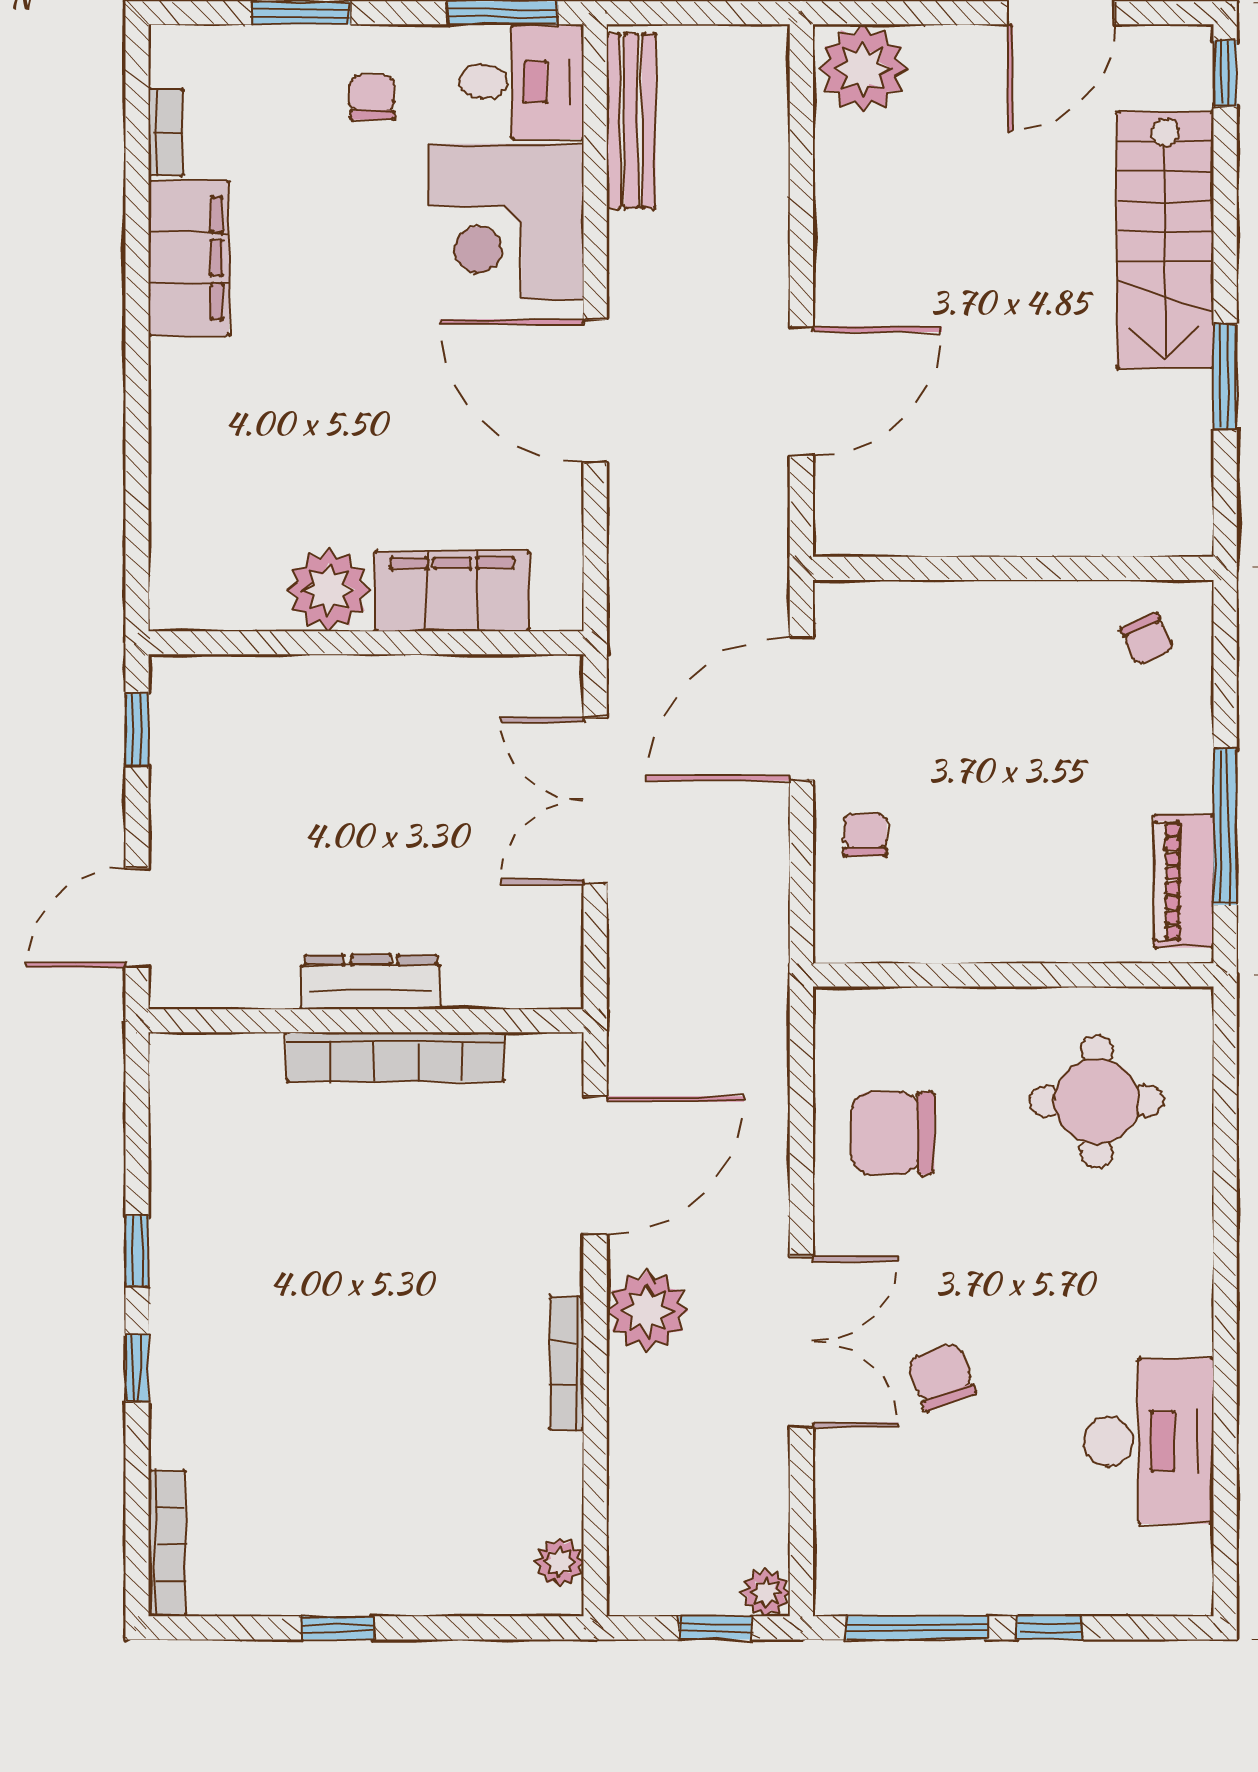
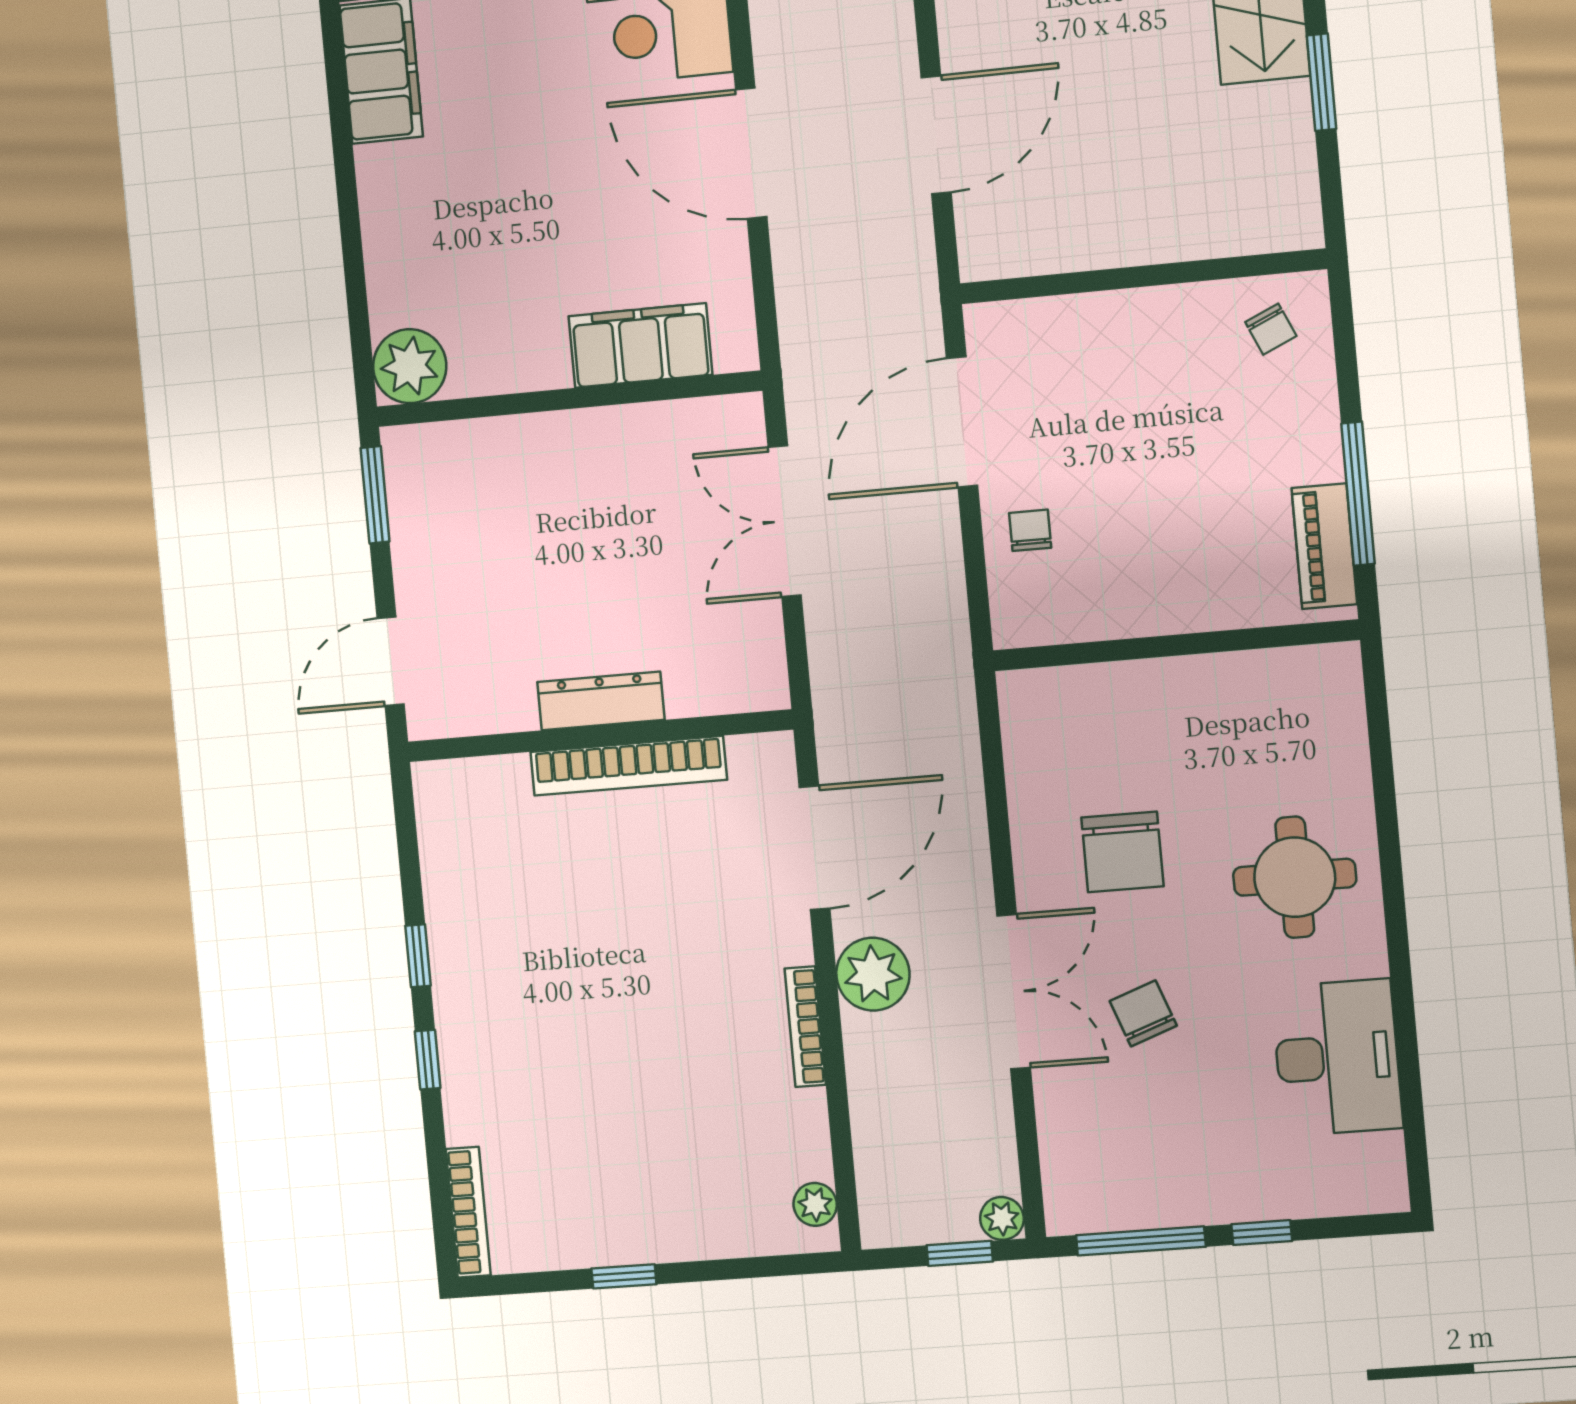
plant: (329, 590) -> (410, 366), moved
window: (137, 730) -> (375, 495), width x1.50
round table: (1097, 1101) -> (1295, 877), moved
chair: (893, 1133) -> (1122, 852), moved, turned -90

